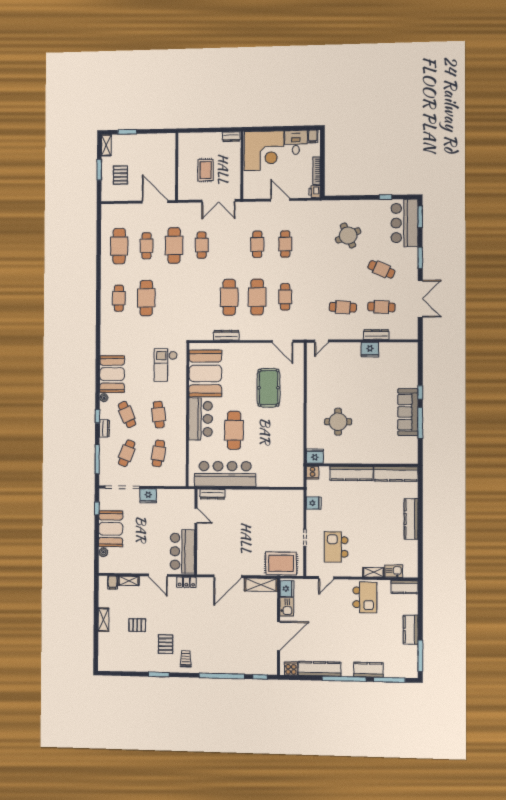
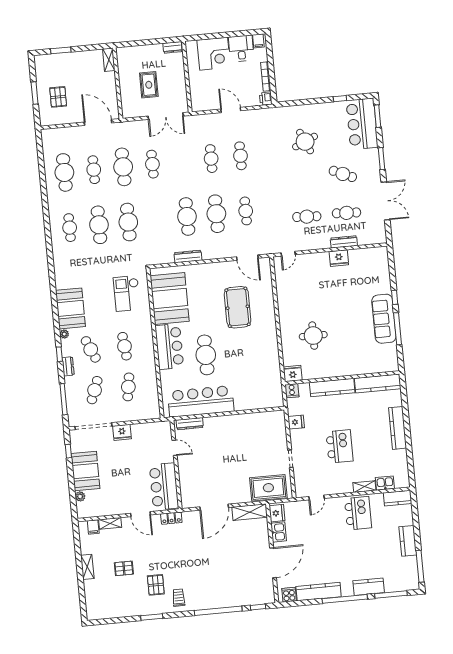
shelving: (106, 145) -> (109, 60), moved
corner desk: (264, 151) -> (214, 54), width x0.74, depth x0.74
cafe table: (174, 298) -> (128, 222), added
kitchen island: (336, 547) -> (339, 446), moved, turned 180

